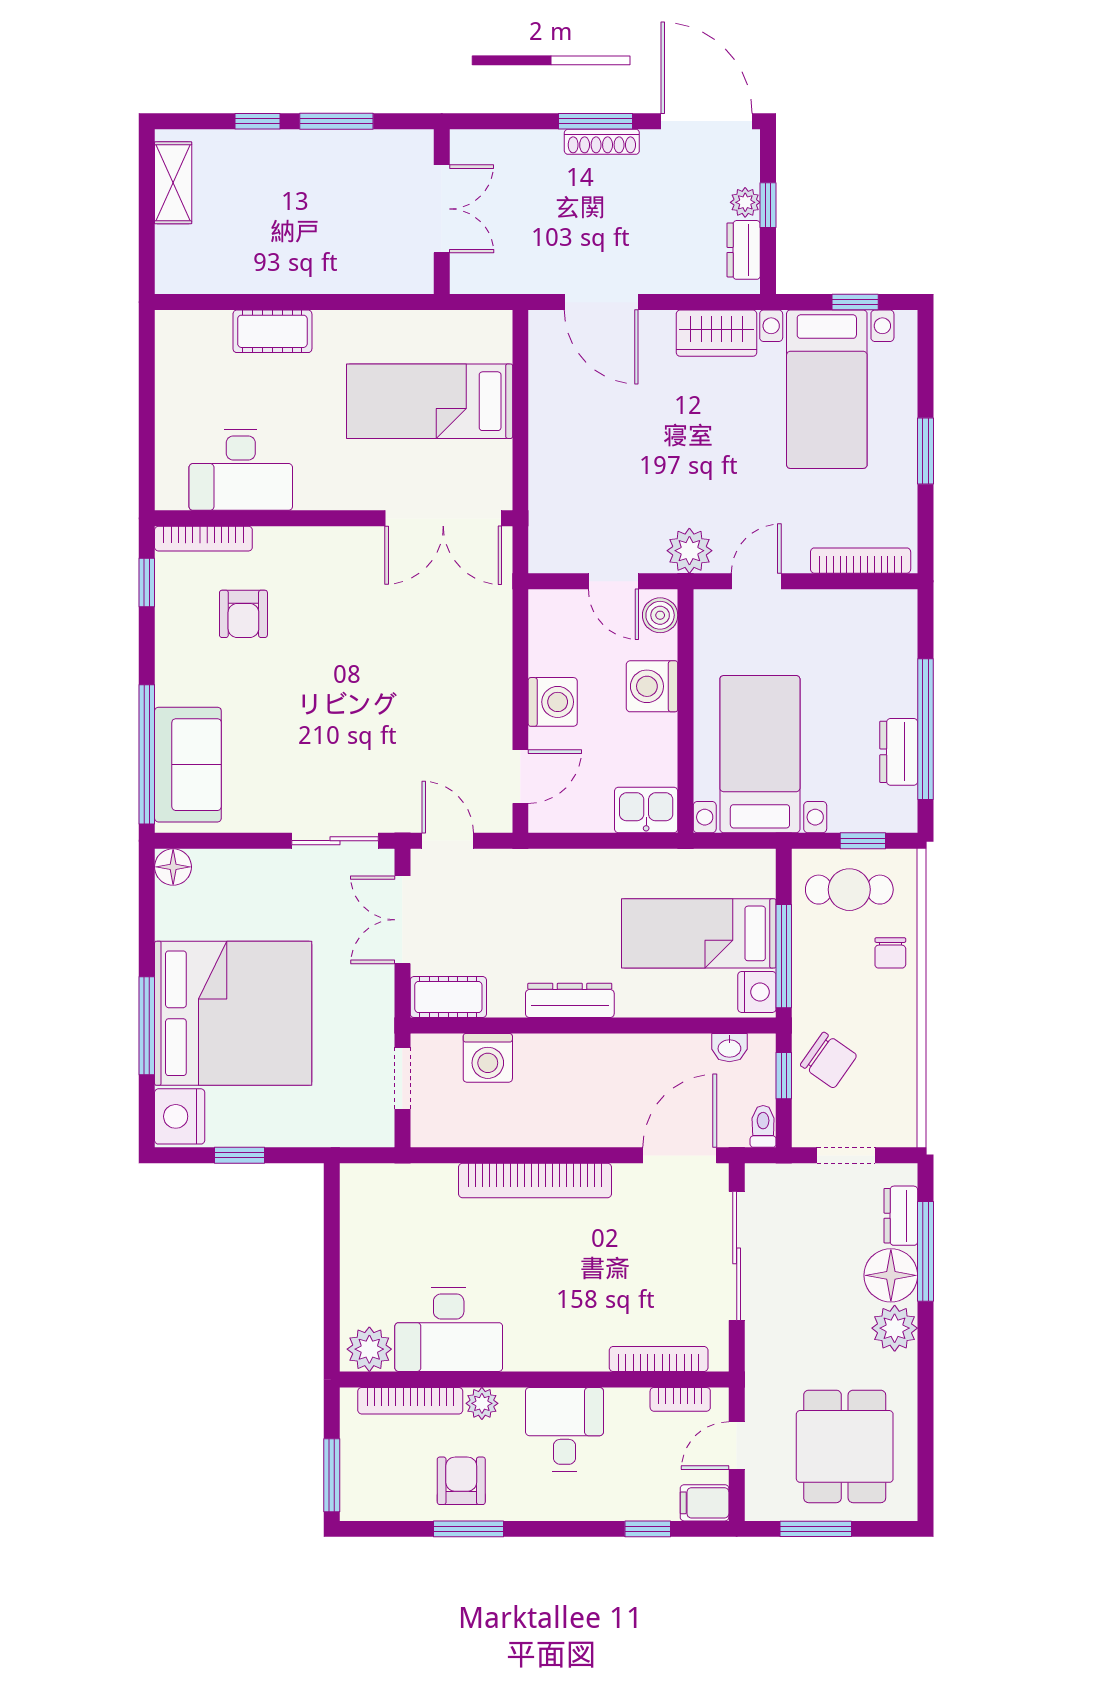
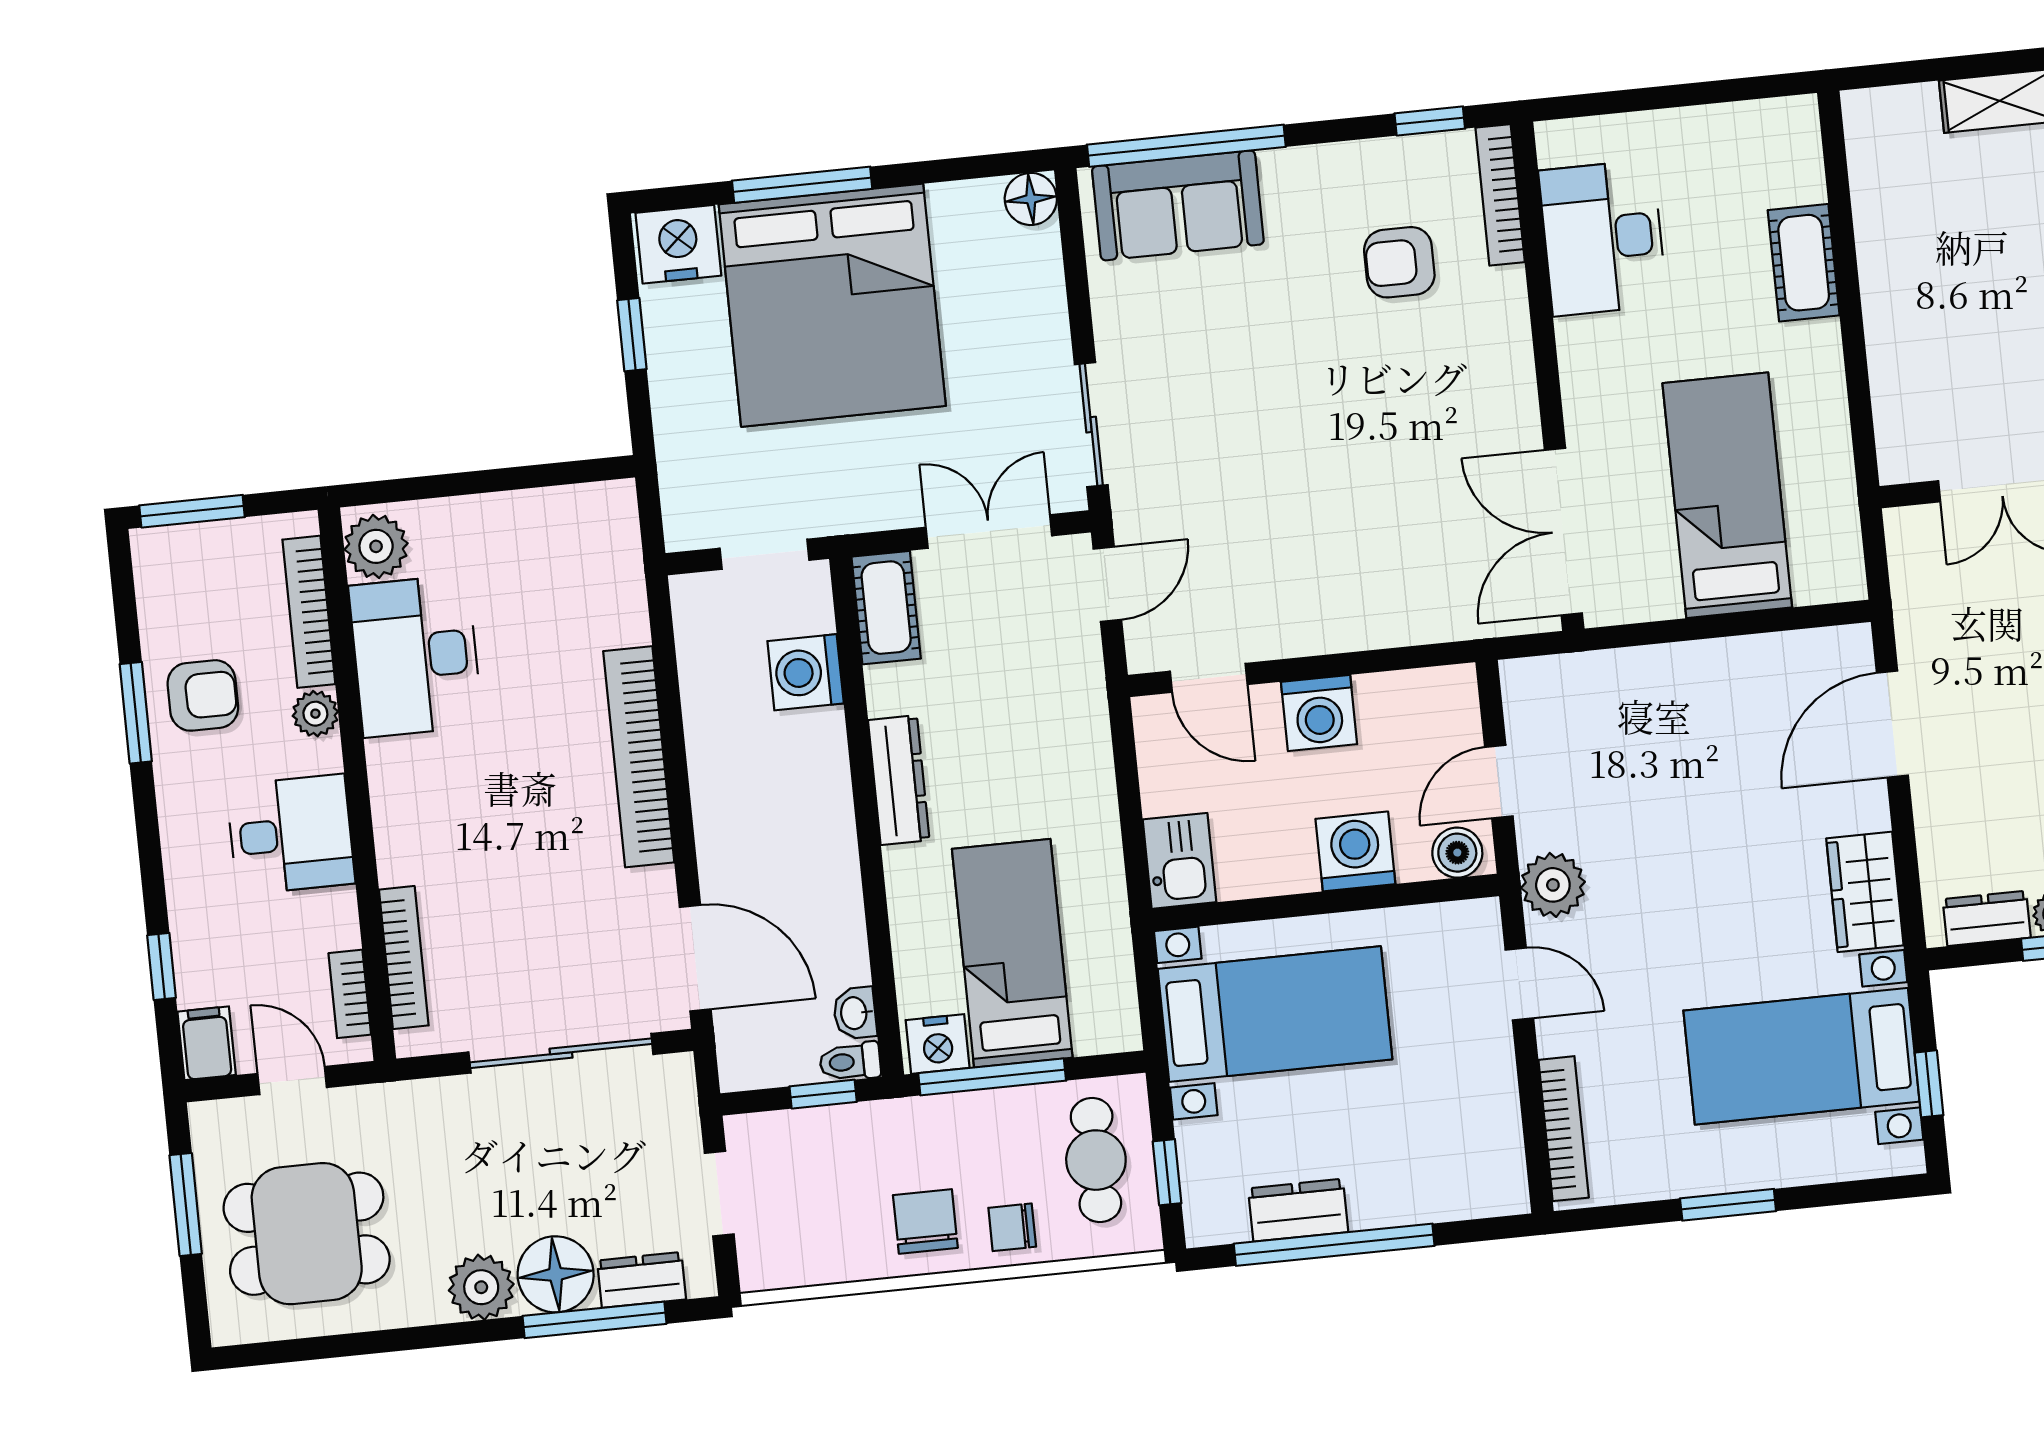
chair: (829, 1060) -> (925, 1221), moved, turned 145
toilet: (763, 1126) -> (850, 1062), moved, turned 180

